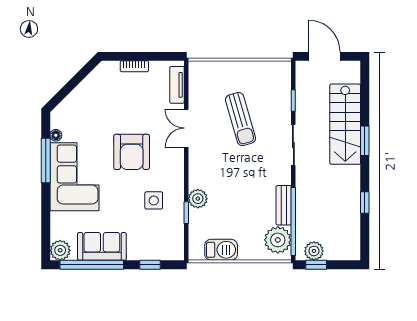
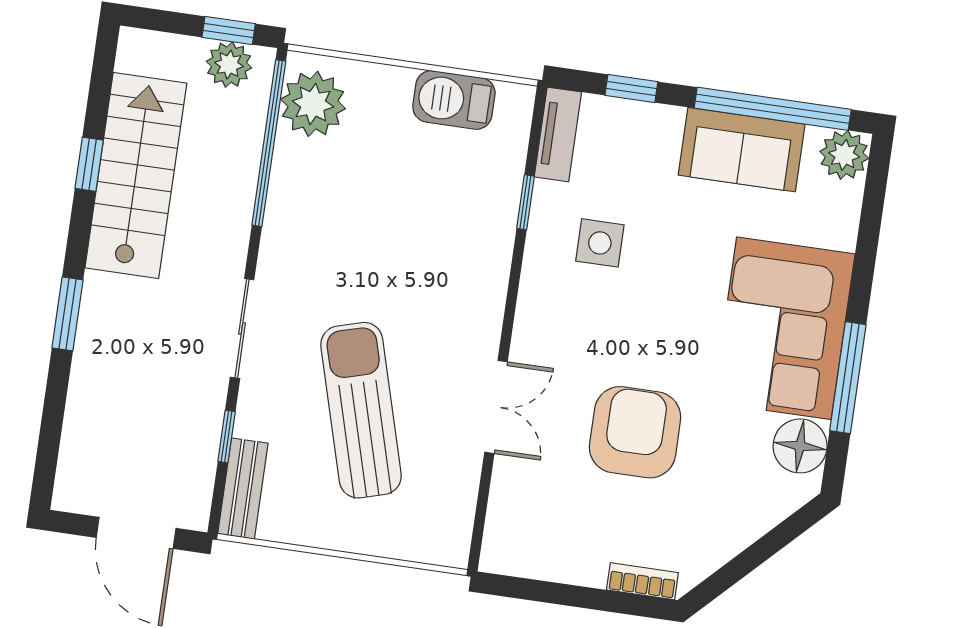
bookcase: (134, 66) -> (642, 581), moved
tv unit: (177, 85) -> (558, 134), moved
sun lounger: (241, 119) -> (361, 410), width x1.36, depth x1.34
stairs: (345, 124) -> (136, 175), moved
floor lamp: (56, 135) -> (800, 446), width x1.89, depth x1.89
armchair: (132, 152) -> (635, 432), moved
plant: (198, 199) -> (492, 232), removed
bench: (284, 205) -> (243, 489), moved

